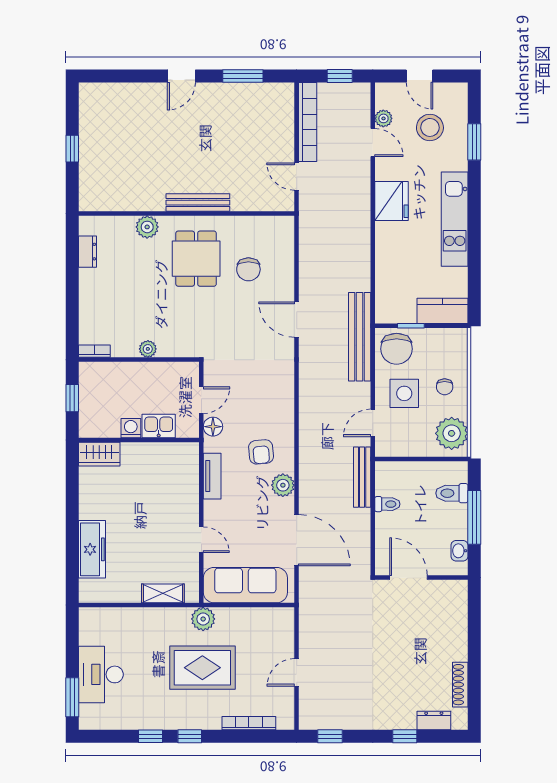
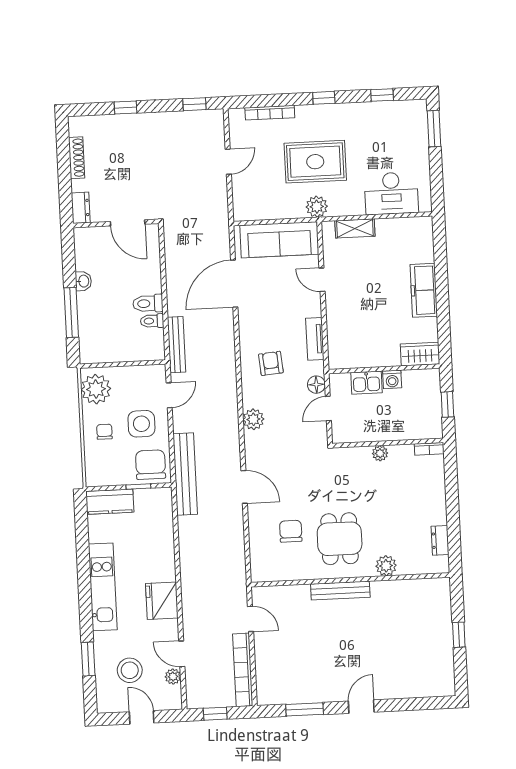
plant: (283, 485) -> (253, 419), moved
toilet: (452, 493) -> (148, 303), moved, turned 180
door: (297, 540) -> (234, 284), hinge flipped
freezer: (92, 549) -> (424, 290), moved
door: (408, 578) -> (128, 223), moved
wall: (421, 578) -> (116, 223), moved
desk: (101, 674) -> (391, 193), moved, turned 90
dresser: (434, 721) -> (81, 208), moved, turned -90
window: (151, 736) -> (382, 95), moved

